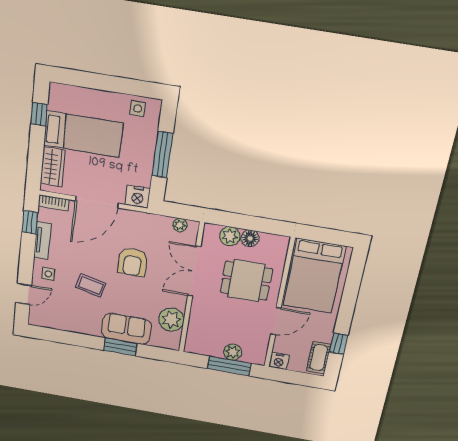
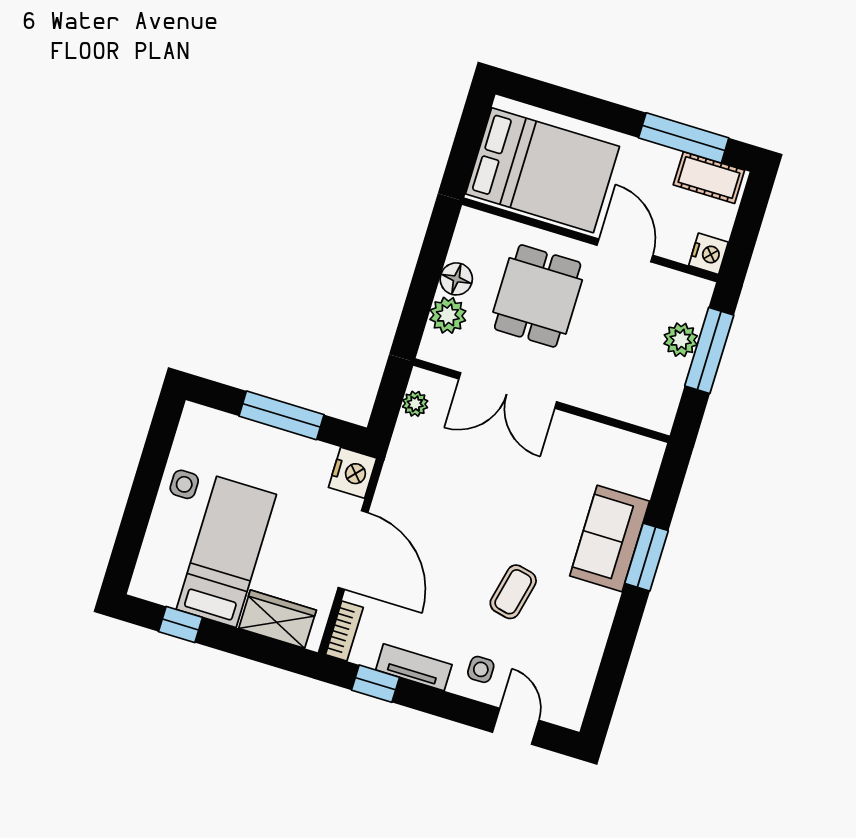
side table: (138, 109) -> (184, 484), moved
armchair: (132, 262) -> (476, 504), removed
plant: (171, 320) -> (600, 448), removed
window: (338, 344) -> (684, 138), width x2.17

